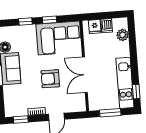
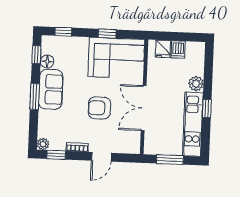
window: (25, 21) -> (63, 32), moved
plant: (123, 35) -> (196, 84), moved
window: (136, 92) -> (207, 108), moved
plant: (9, 112) -> (43, 144), added

